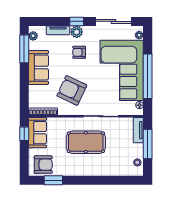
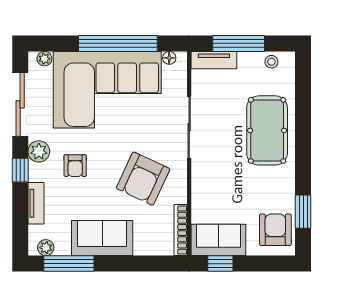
plant: (77, 32) -> (39, 151), moved
pool table: (86, 142) -> (267, 130), moved

